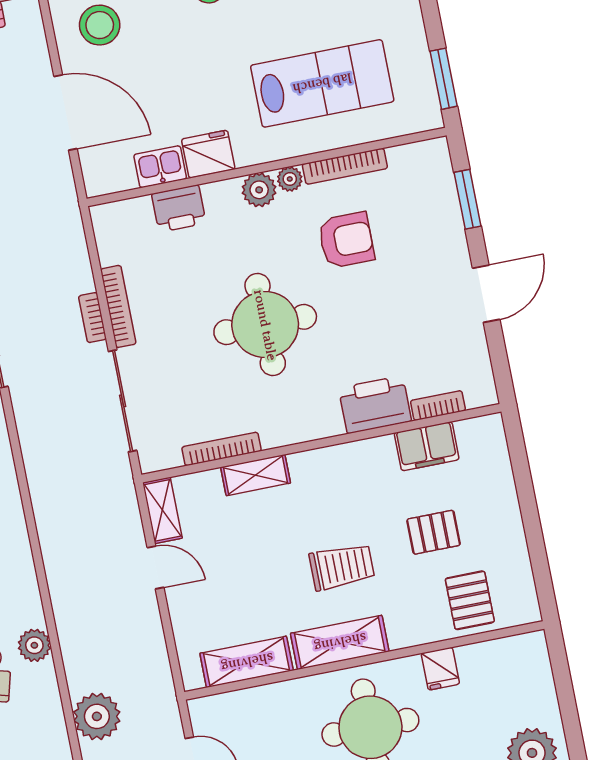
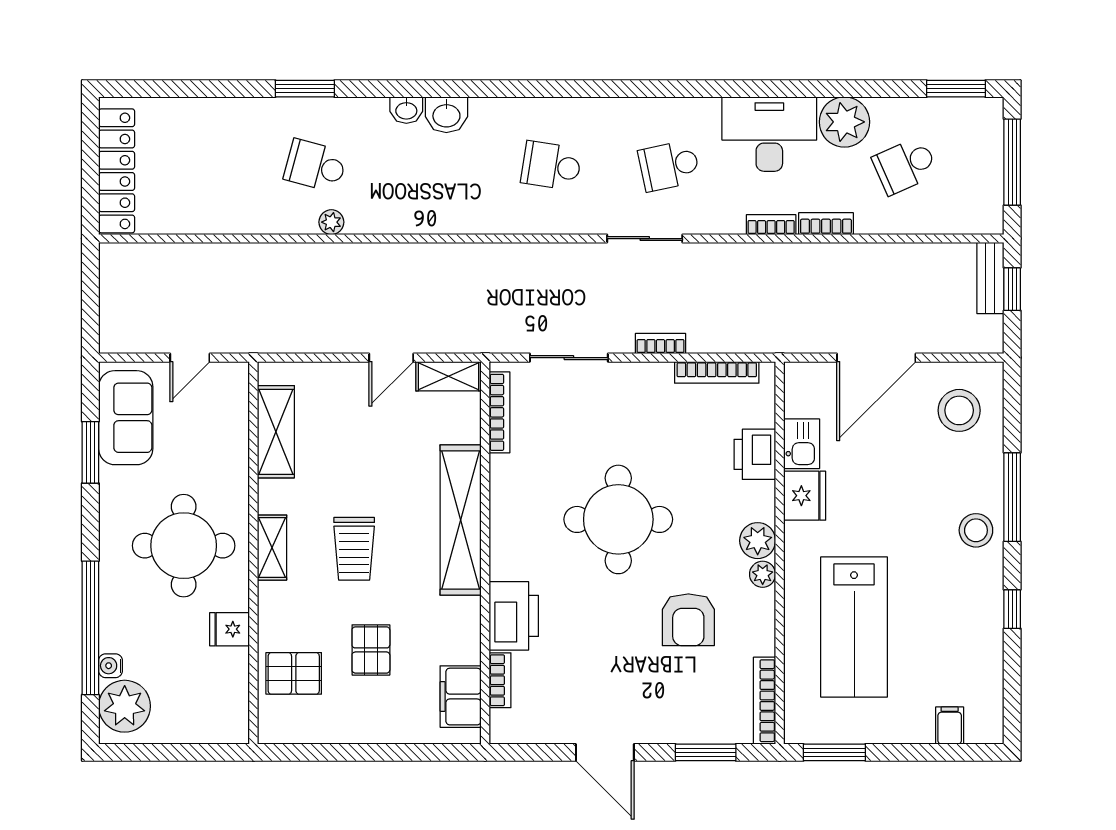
bookcase: (345, 166) -> (764, 701), moved
bookcase: (118, 306) -> (717, 372), moved
sliding door: (123, 401) -> (569, 358), width x0.73
filing cabinet: (427, 446) -> (461, 697), moved
bookcase: (222, 449) -> (499, 412), moved
shelving: (256, 475) -> (461, 520), width x2.20, depth x1.33
shelving: (340, 642) -> (272, 548), width x0.67, depth x0.75
plant: (34, 645) -> (331, 222), width x0.73, depth x0.73
plant: (97, 716) -> (250, 267), removed

